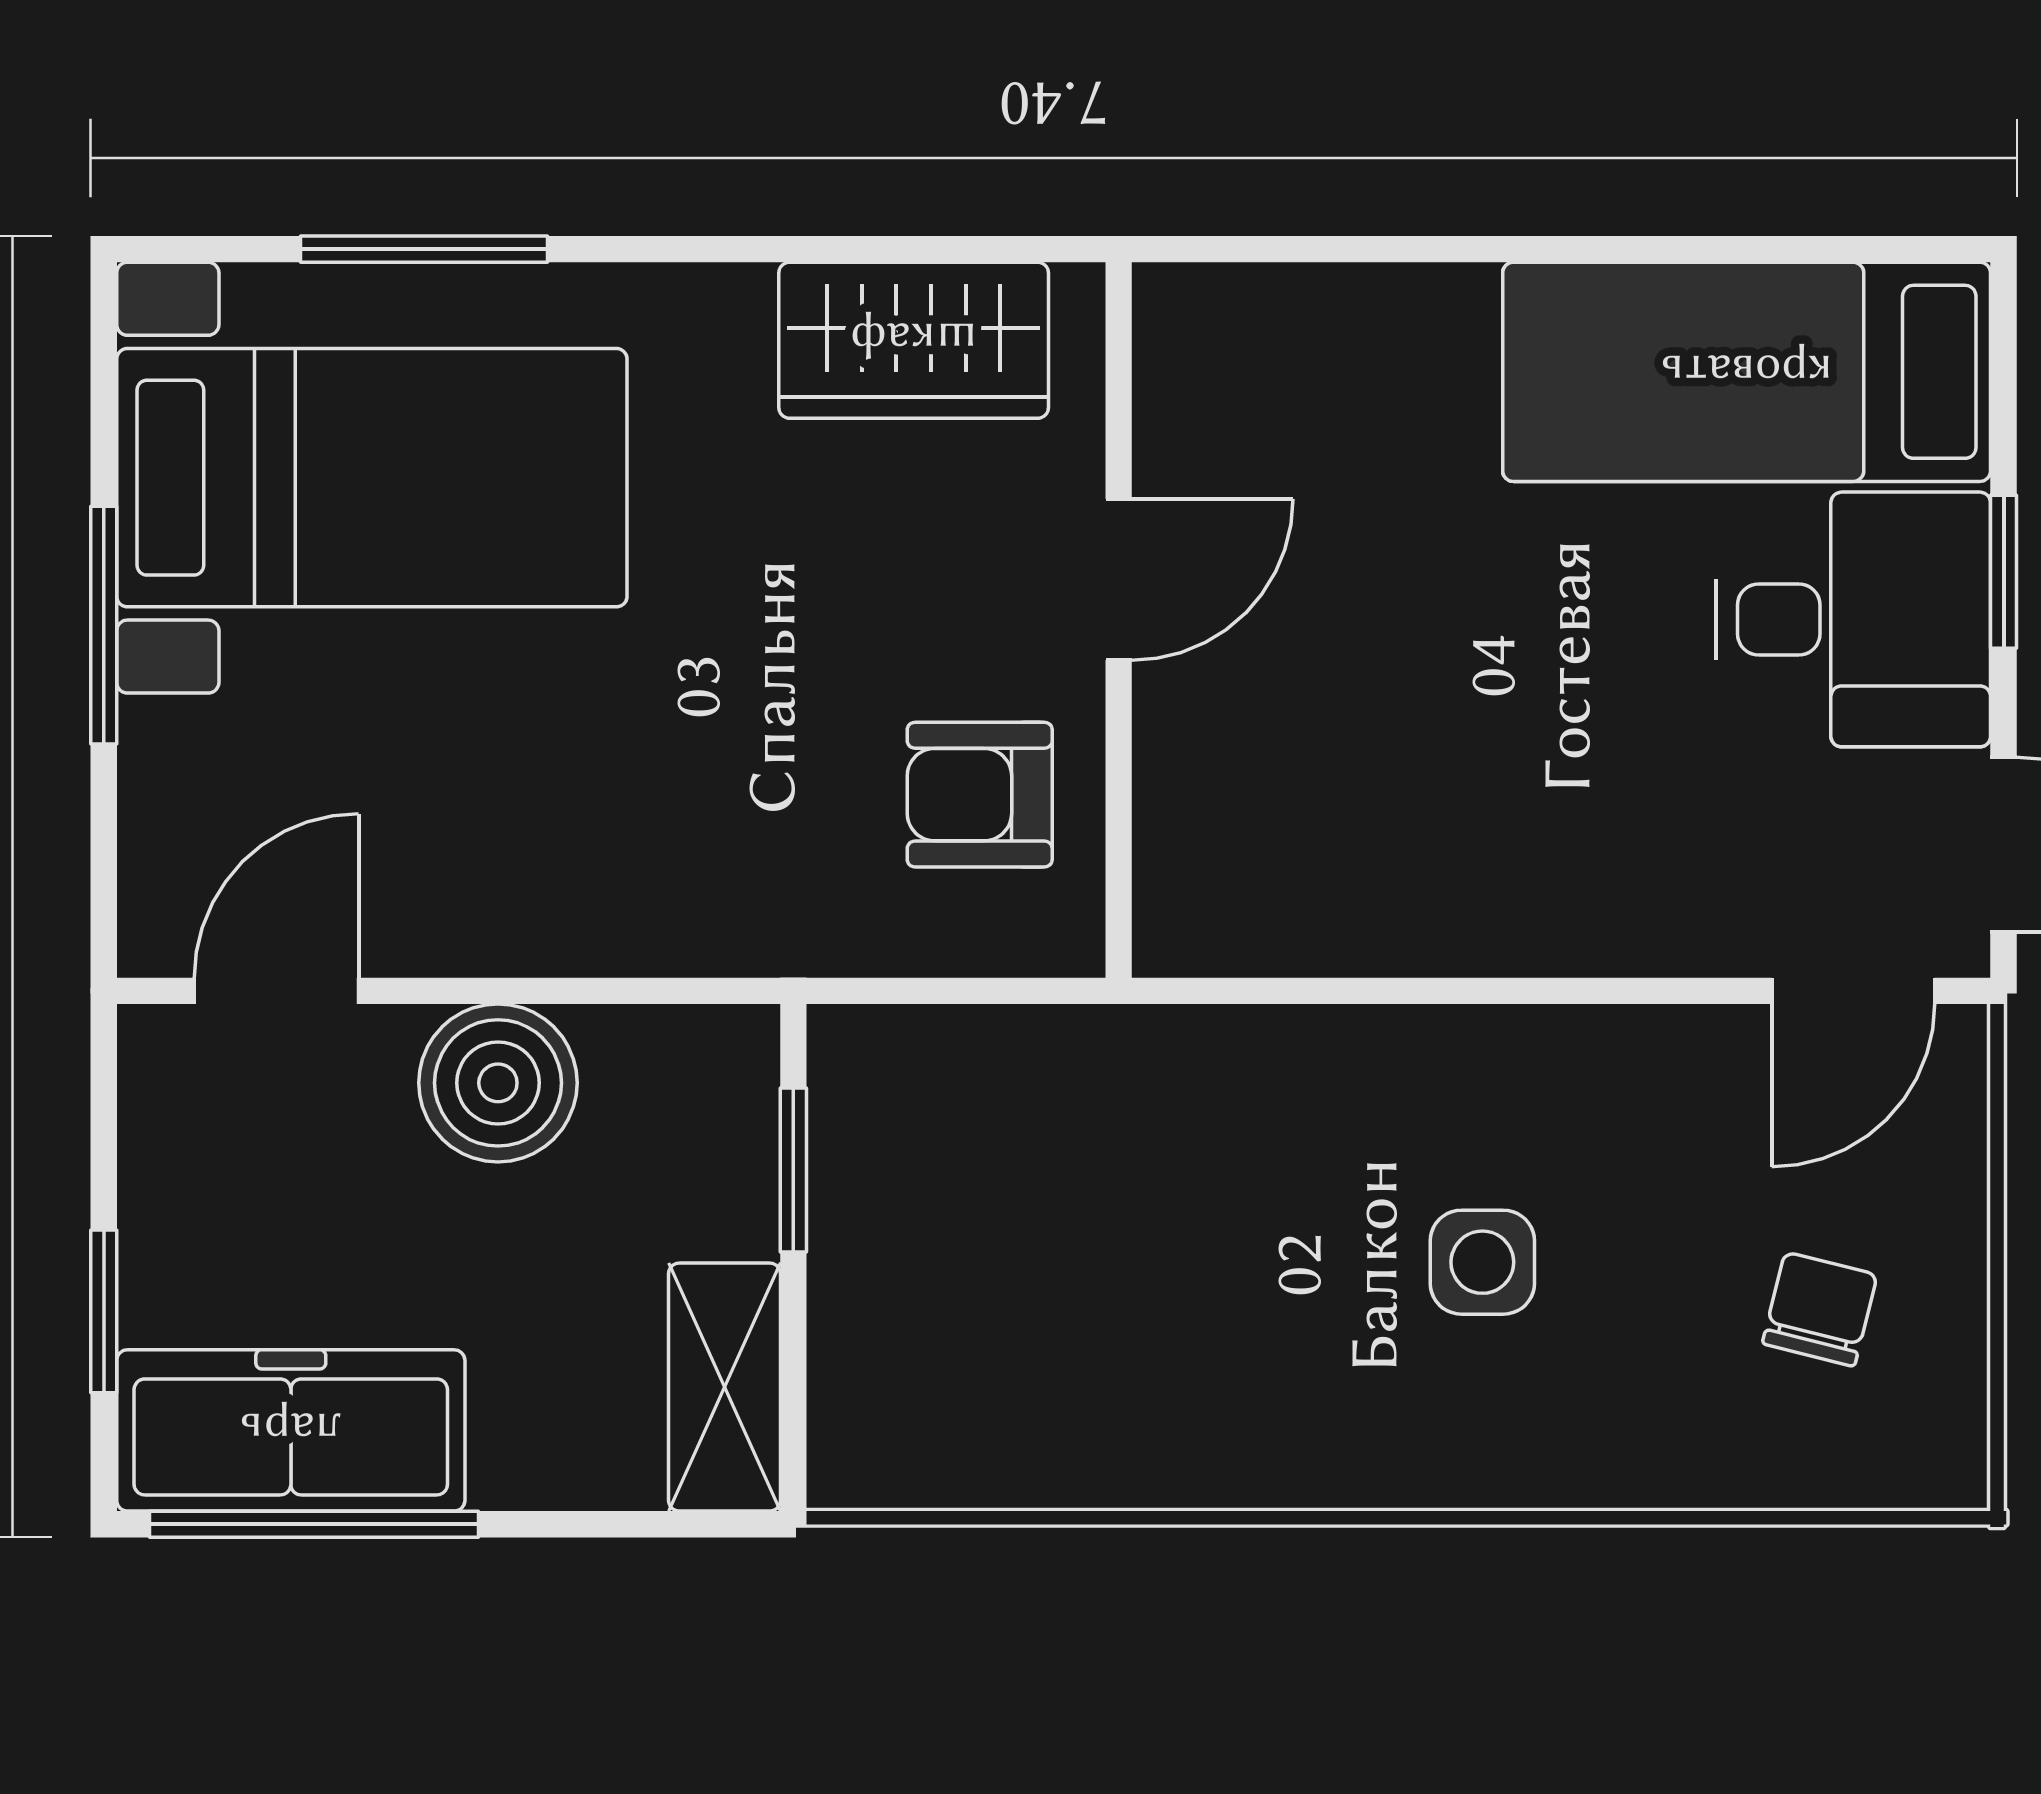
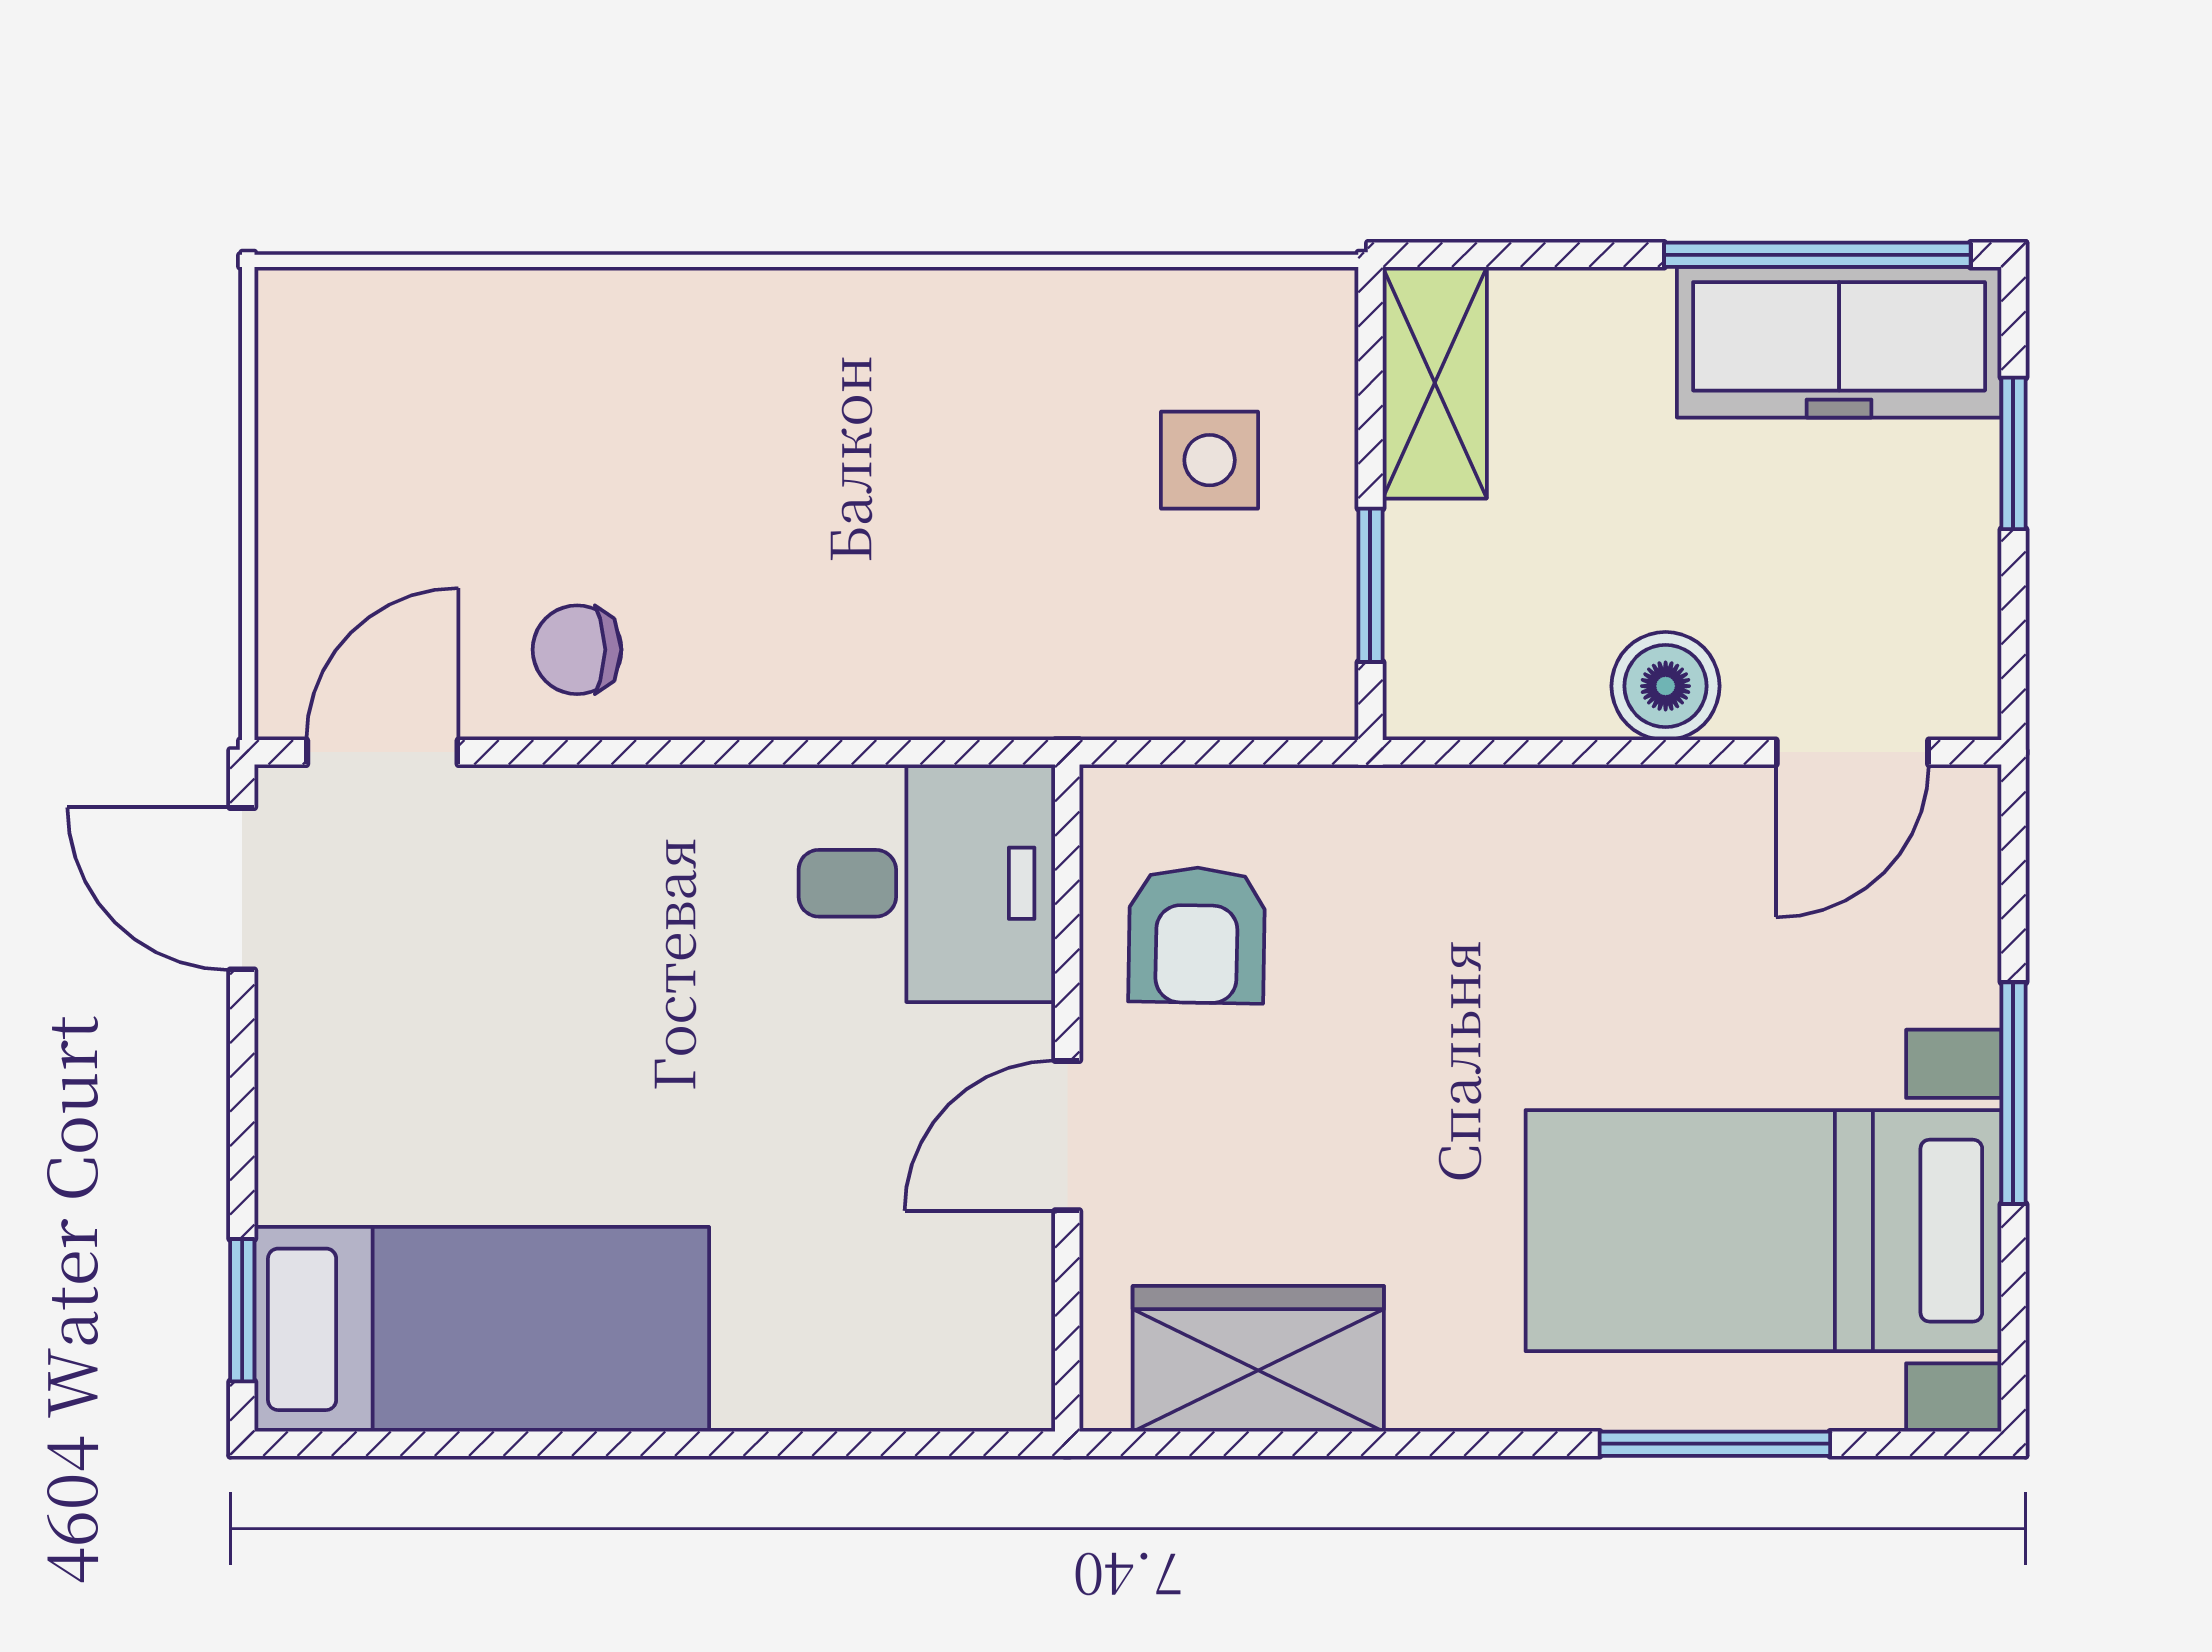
window: (2004, 572) -> (242, 1310), moved
desk: (1853, 619) -> (927, 883), moved, turned 180
armchair: (980, 795) -> (1197, 935), turned 91
boiler: (498, 1083) -> (1666, 686), width x0.73, depth x0.73
side table: (1482, 1262) -> (1210, 460), moved
chair: (1820, 1309) -> (577, 650), moved, turned 76

